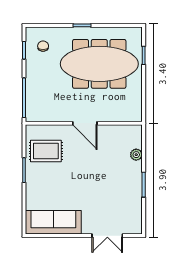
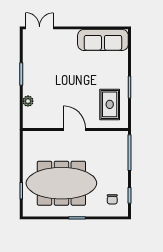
rug: (46, 151) -> (110, 104), turned 90
double door: (107, 236) -> (40, 28), moved

